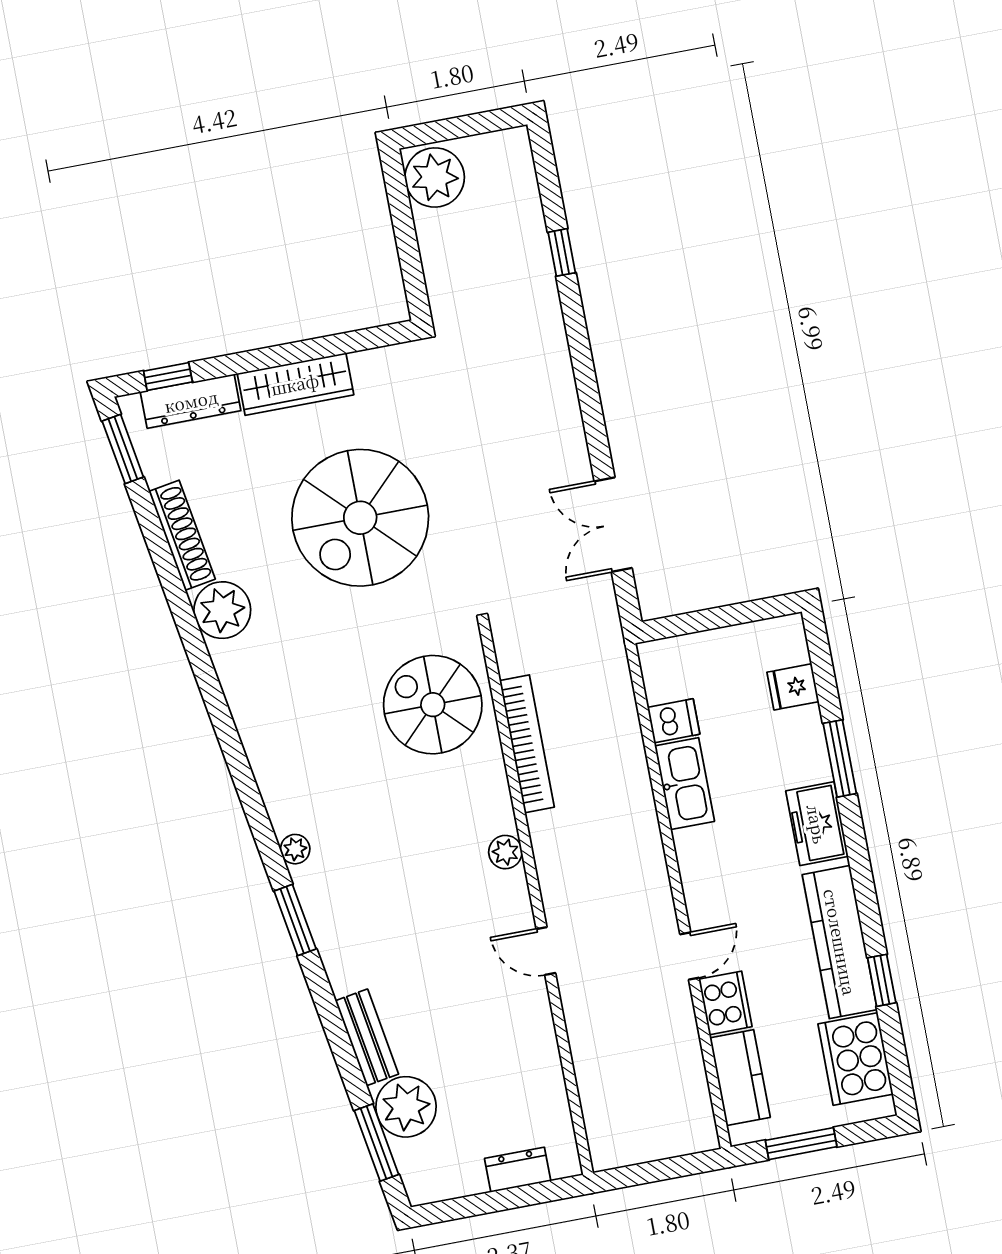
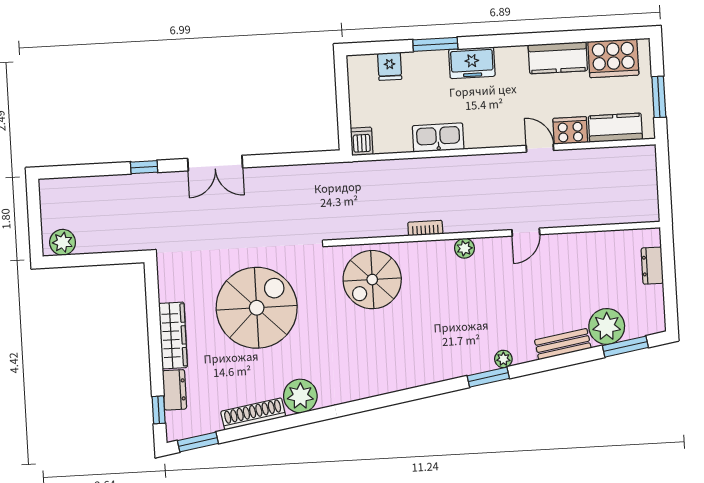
plant: (435, 177) -> (63, 242), width x0.73, depth x0.73
window: (562, 252) -> (144, 167), moved
dresser: (191, 401) -> (174, 390), width x0.70
spiral stairs: (360, 518) -> (257, 308), turned -90
double door: (613, 525) -> (215, 163), moved
dishwasher: (674, 721) -> (362, 141), moved
bookcase: (527, 744) -> (425, 228), width x0.43, depth x0.76
plant: (295, 849) -> (503, 359), moved
kitchen counter: (840, 942) -> (558, 58), width x0.67
window: (882, 980) -> (569, 37), removed

